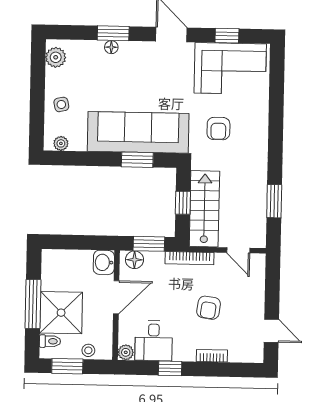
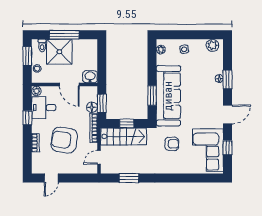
armchair: (218, 129) -> (172, 144), turned 180
floor lamp: (134, 260) -> (92, 107), moved
armchair: (209, 308) -> (64, 140), width x1.88, depth x1.88

